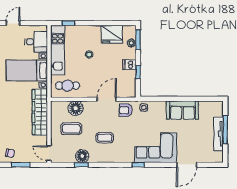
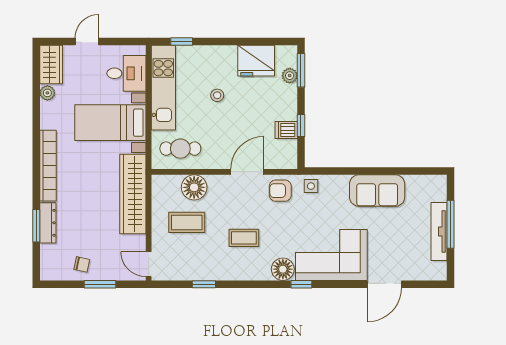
dishwasher: (129, 65) -> (286, 130), moved
floor lamp: (82, 156) -> (283, 269), moved

